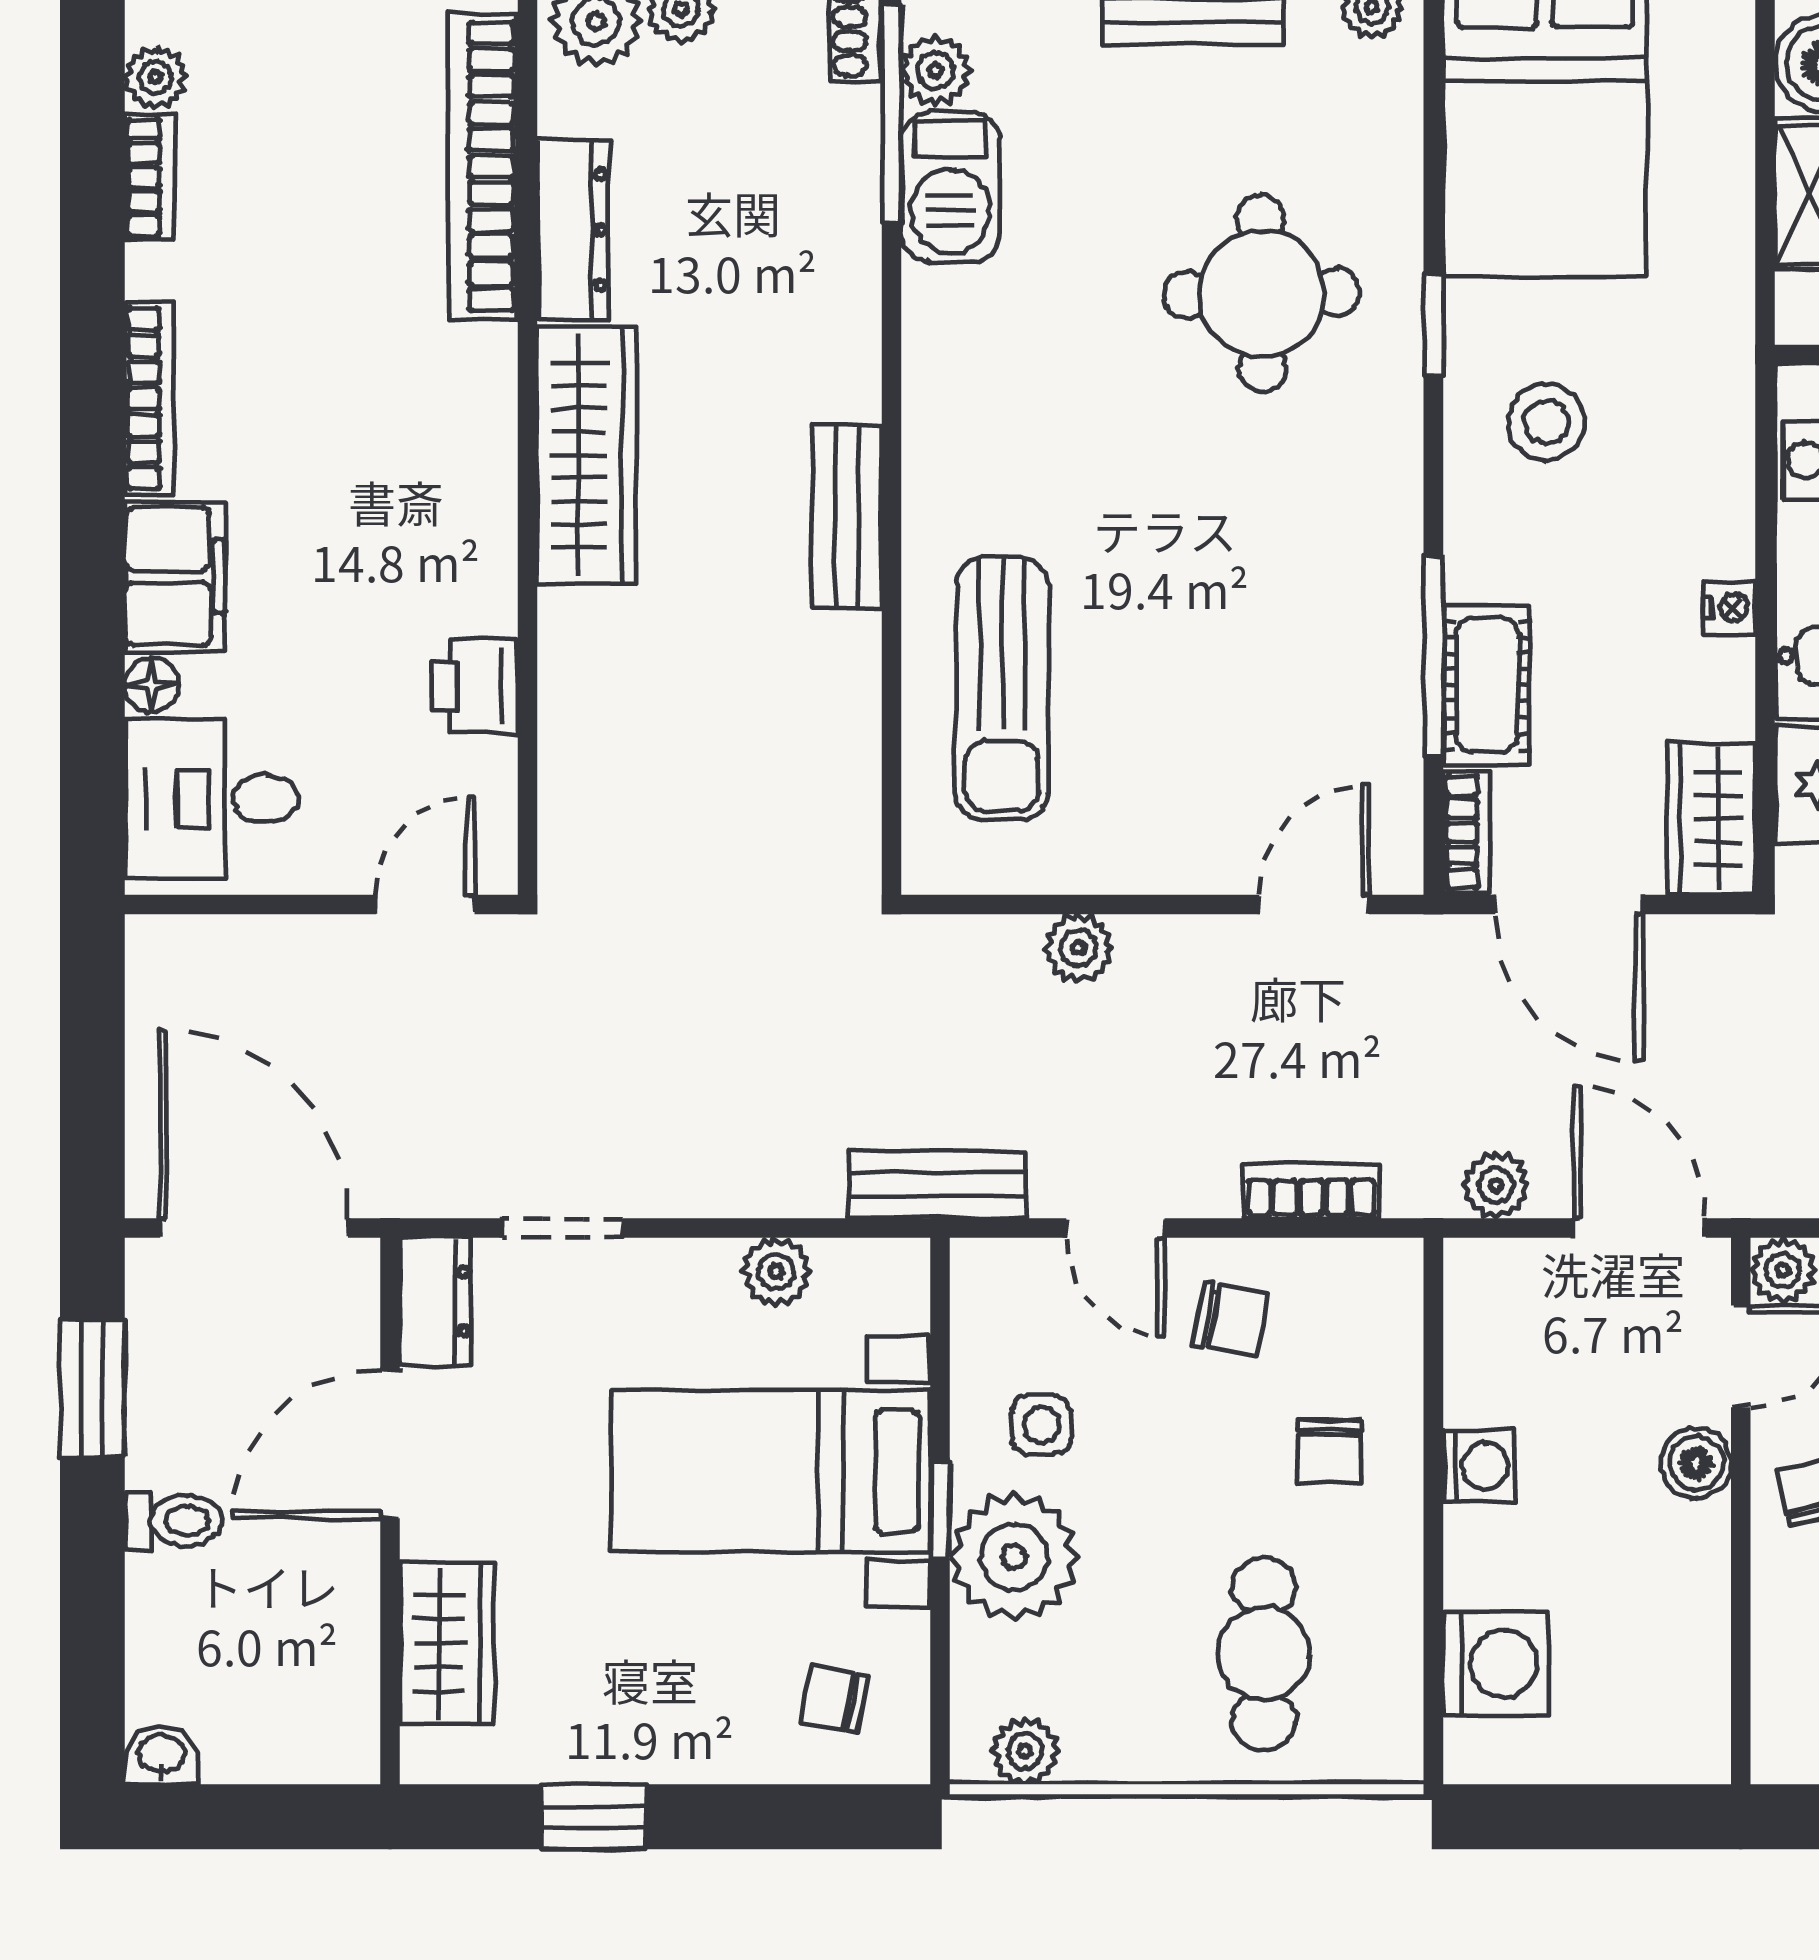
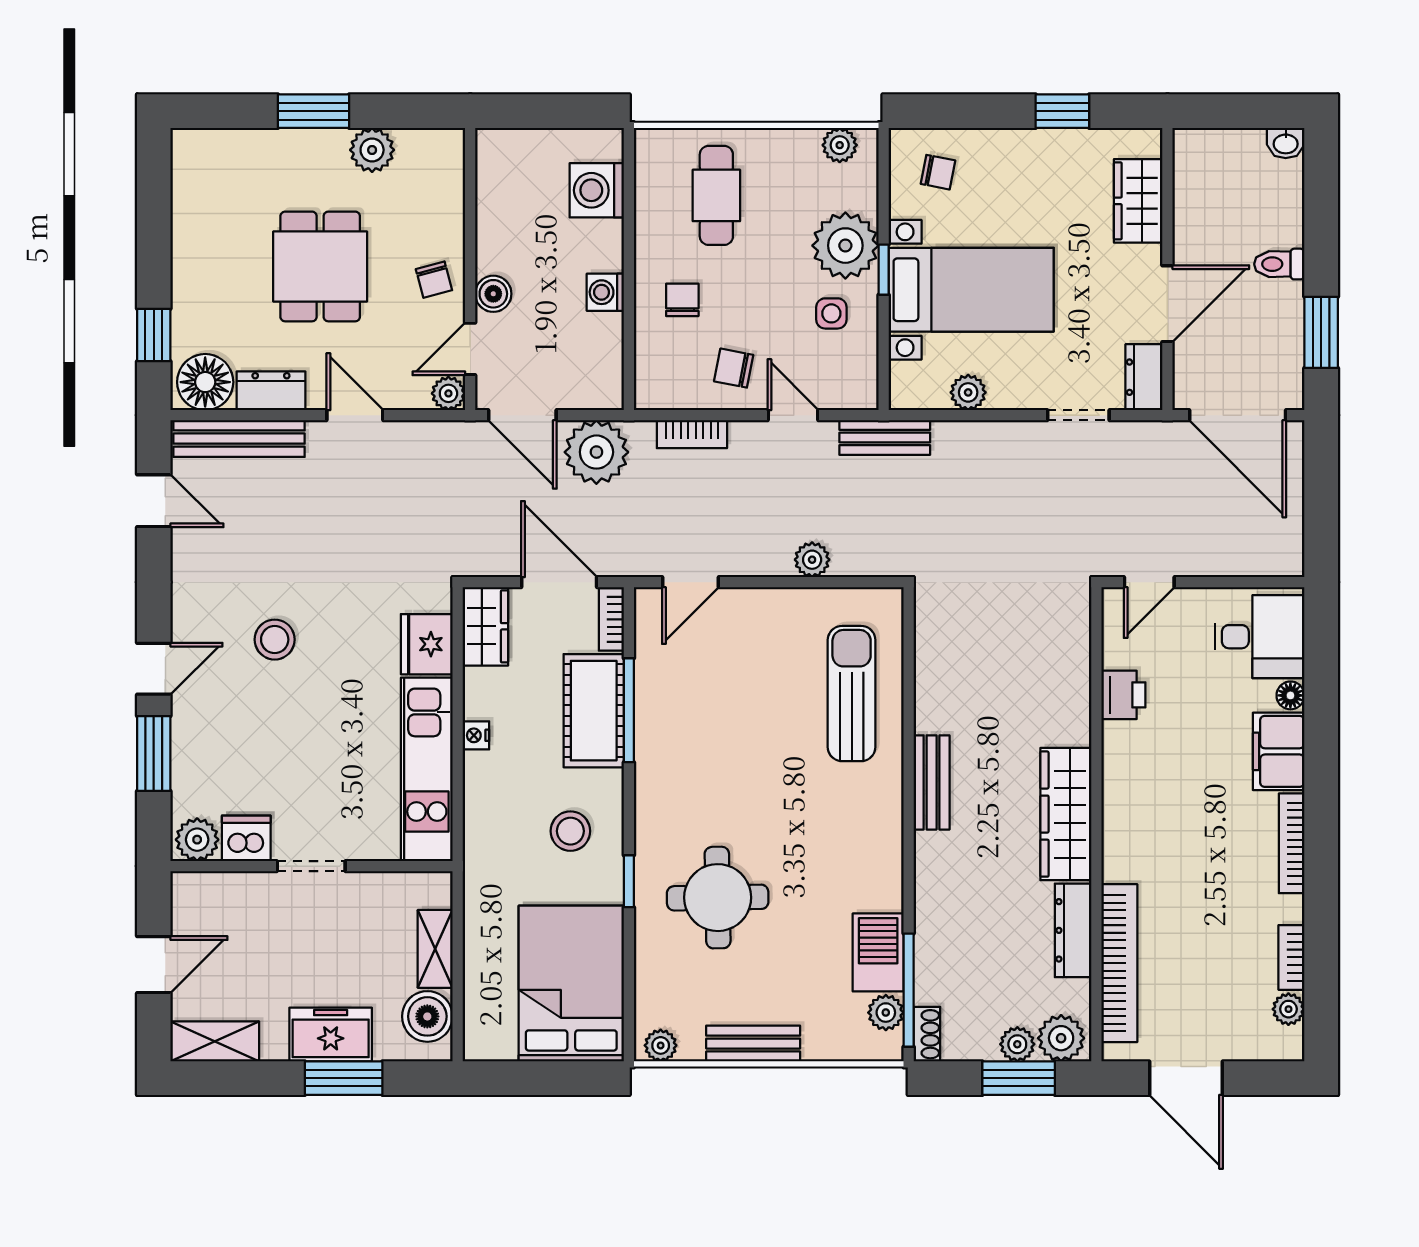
cot: (1487, 685) -> (594, 711), width x1.37, depth x1.34
plant: (1496, 1185) -> (596, 452), width x1.87, depth x1.87

